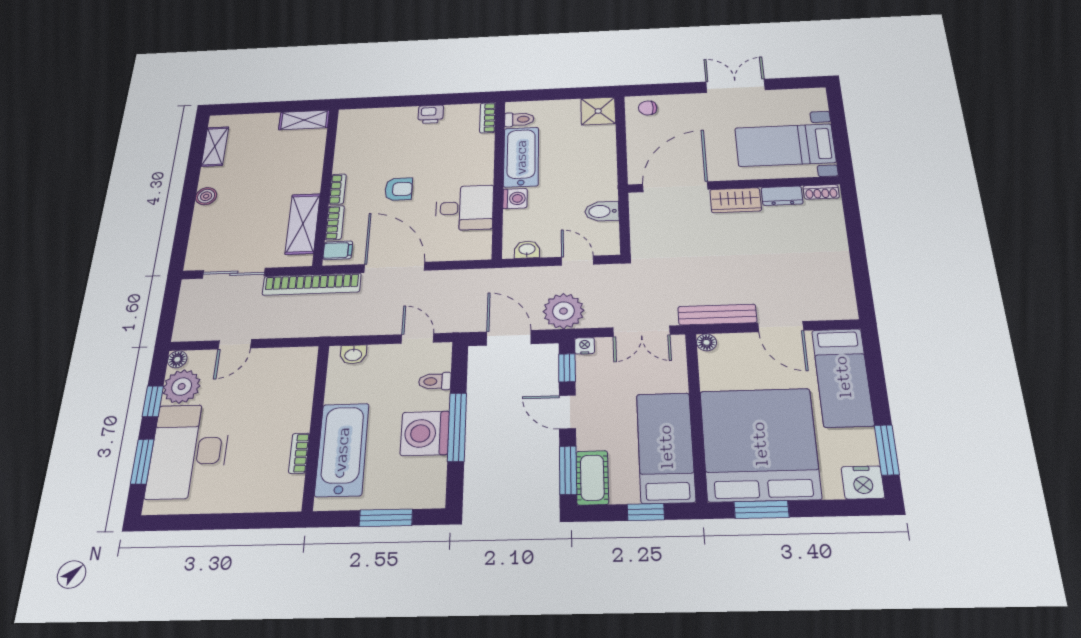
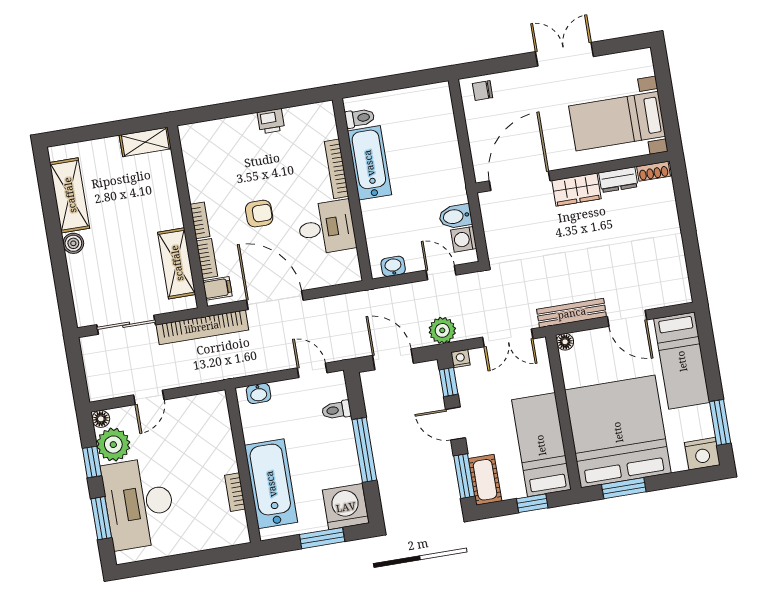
shower: (598, 111) -> (435, 100), removed
bookcase: (488, 118) -> (337, 169), moved, width x1.56
shelving: (215, 146) -> (70, 195), width x1.50, depth x1.33
washing machine: (515, 198) -> (464, 239), moved, turned 180
plant: (563, 311) -> (442, 330), width x0.73, depth x0.73
washing machine: (425, 433) -> (346, 507), moved, turned 90

